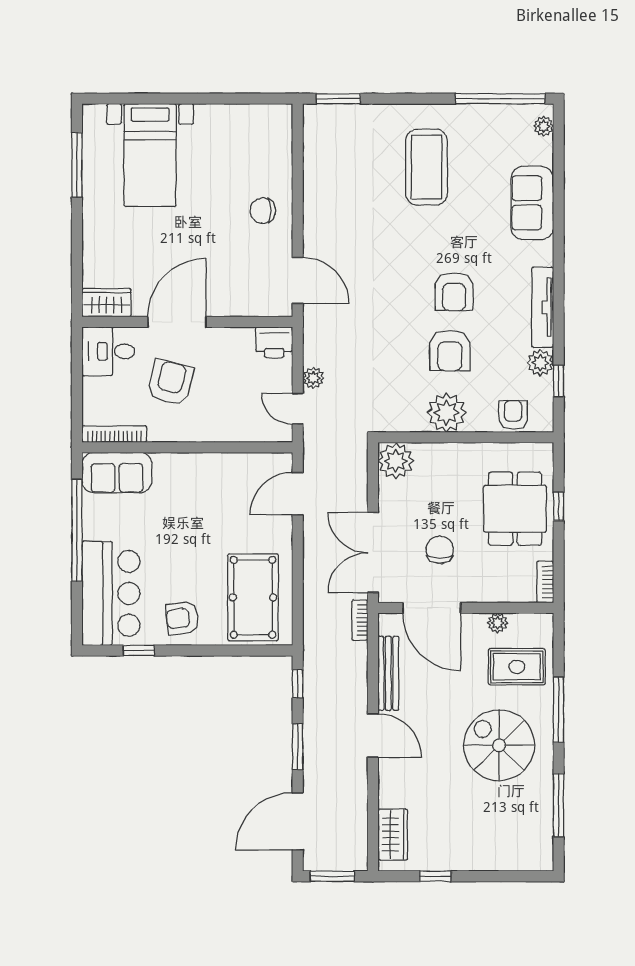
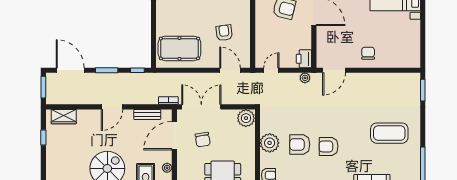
plant: (313, 378) -> (305, 78), moved
chair: (440, 550) -> (203, 140), turned 81
armchair: (182, 618) -> (224, 33), moved
bench: (388, 673) -> (147, 114), width x0.73

